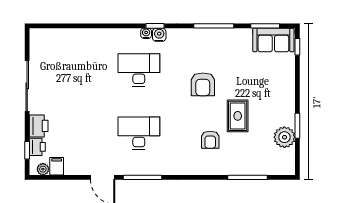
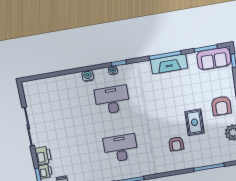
water cooler: (159, 35) -> (88, 76), moved
fireplace: (217, 37) -> (169, 64), added
armchair: (203, 84) -> (221, 106), moved

